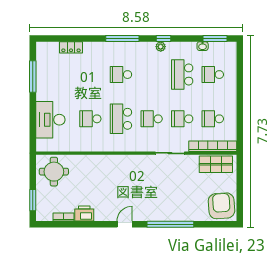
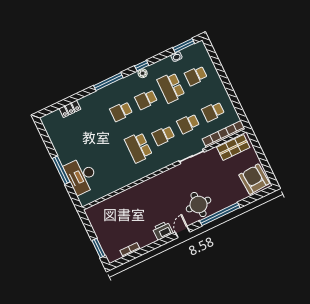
window: (33, 77) -> (61, 170), moved
school desk: (90, 119) -> (146, 100), moved
round table: (54, 172) -> (199, 205), moved
printer: (84, 213) -> (163, 231), moved

